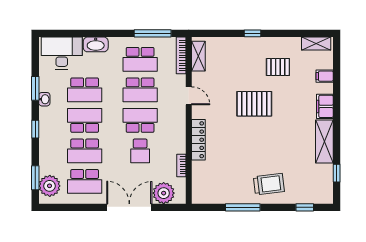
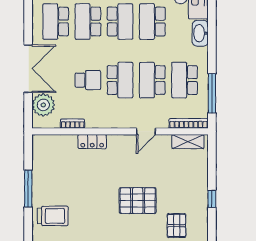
pallet: (254, 104) -> (138, 201), turned 90
locker: (198, 140) -> (92, 142), width x0.66
school desk: (140, 151) -> (88, 80), turned 180
trolley: (269, 184) -> (53, 216), turned -83

